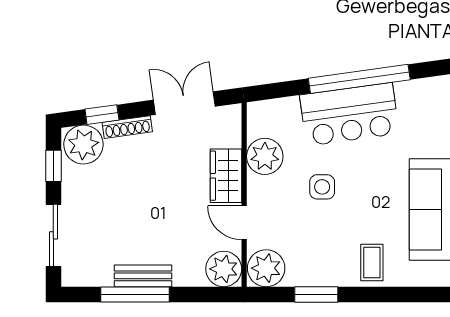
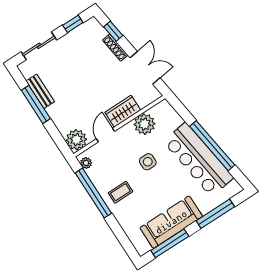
bar counter: (349, 114) -> (198, 160), width x1.36
plant: (83, 145) -> (93, 32), removed
coffee table: (372, 263) -> (120, 192), moved
plant: (266, 268) -> (86, 163), width x0.53, depth x0.53
bench: (143, 276) -> (40, 91), moved
window: (316, 294) -> (93, 193), width x2.11

